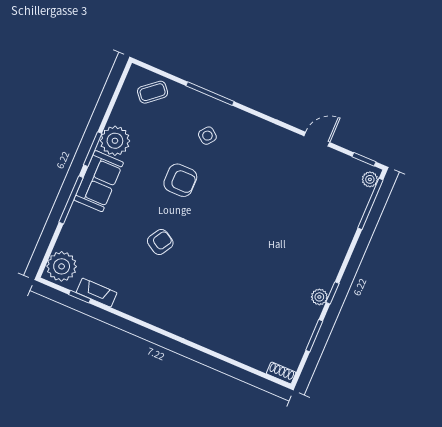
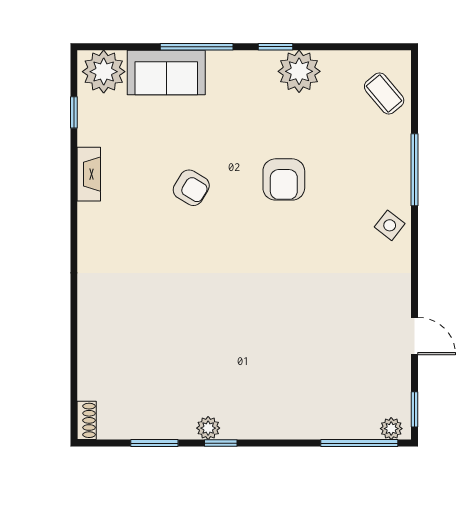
side table: (207, 136) -> (390, 225), moved
window: (93, 149) -> (276, 47), width x0.67
sofa: (99, 181) -> (166, 72), moved
fireplace: (97, 293) -> (89, 174), moved

